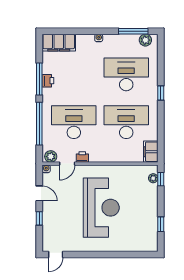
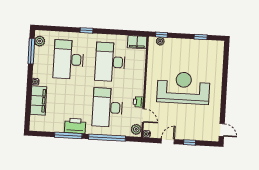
filing cabinet: (59, 43) -> (38, 100), moved
printer: (48, 81) -> (75, 126), width x1.87, depth x1.48

